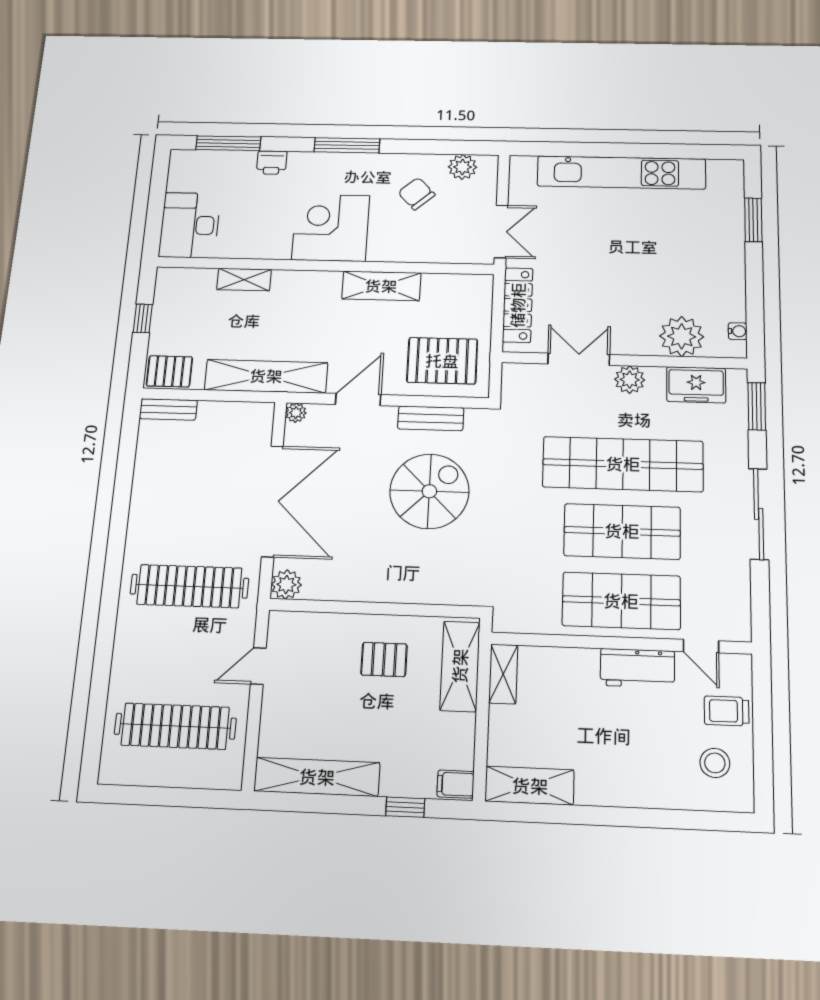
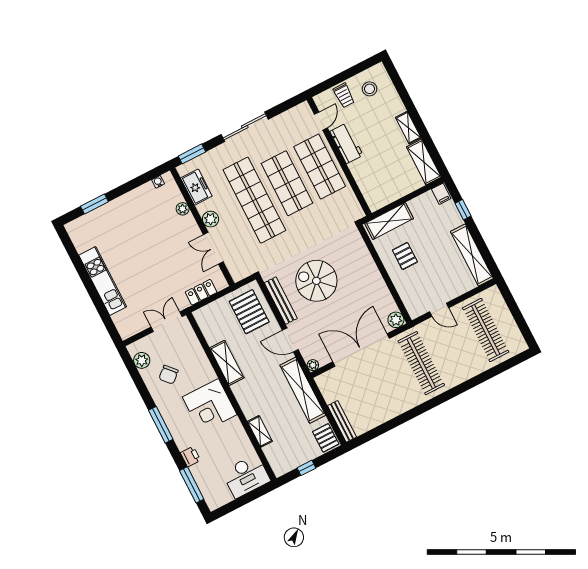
kitchen unit: (621, 172) -> (103, 281), width x0.73
locker: (518, 305) -> (201, 292), width x0.66
plant: (682, 336) -> (183, 209), width x0.53, depth x0.53
bench: (168, 409) -> (342, 421), width x1.36
bench: (431, 418) -> (281, 301), width x1.36
shelving: (503, 674) -> (408, 128), moved, turned 90

